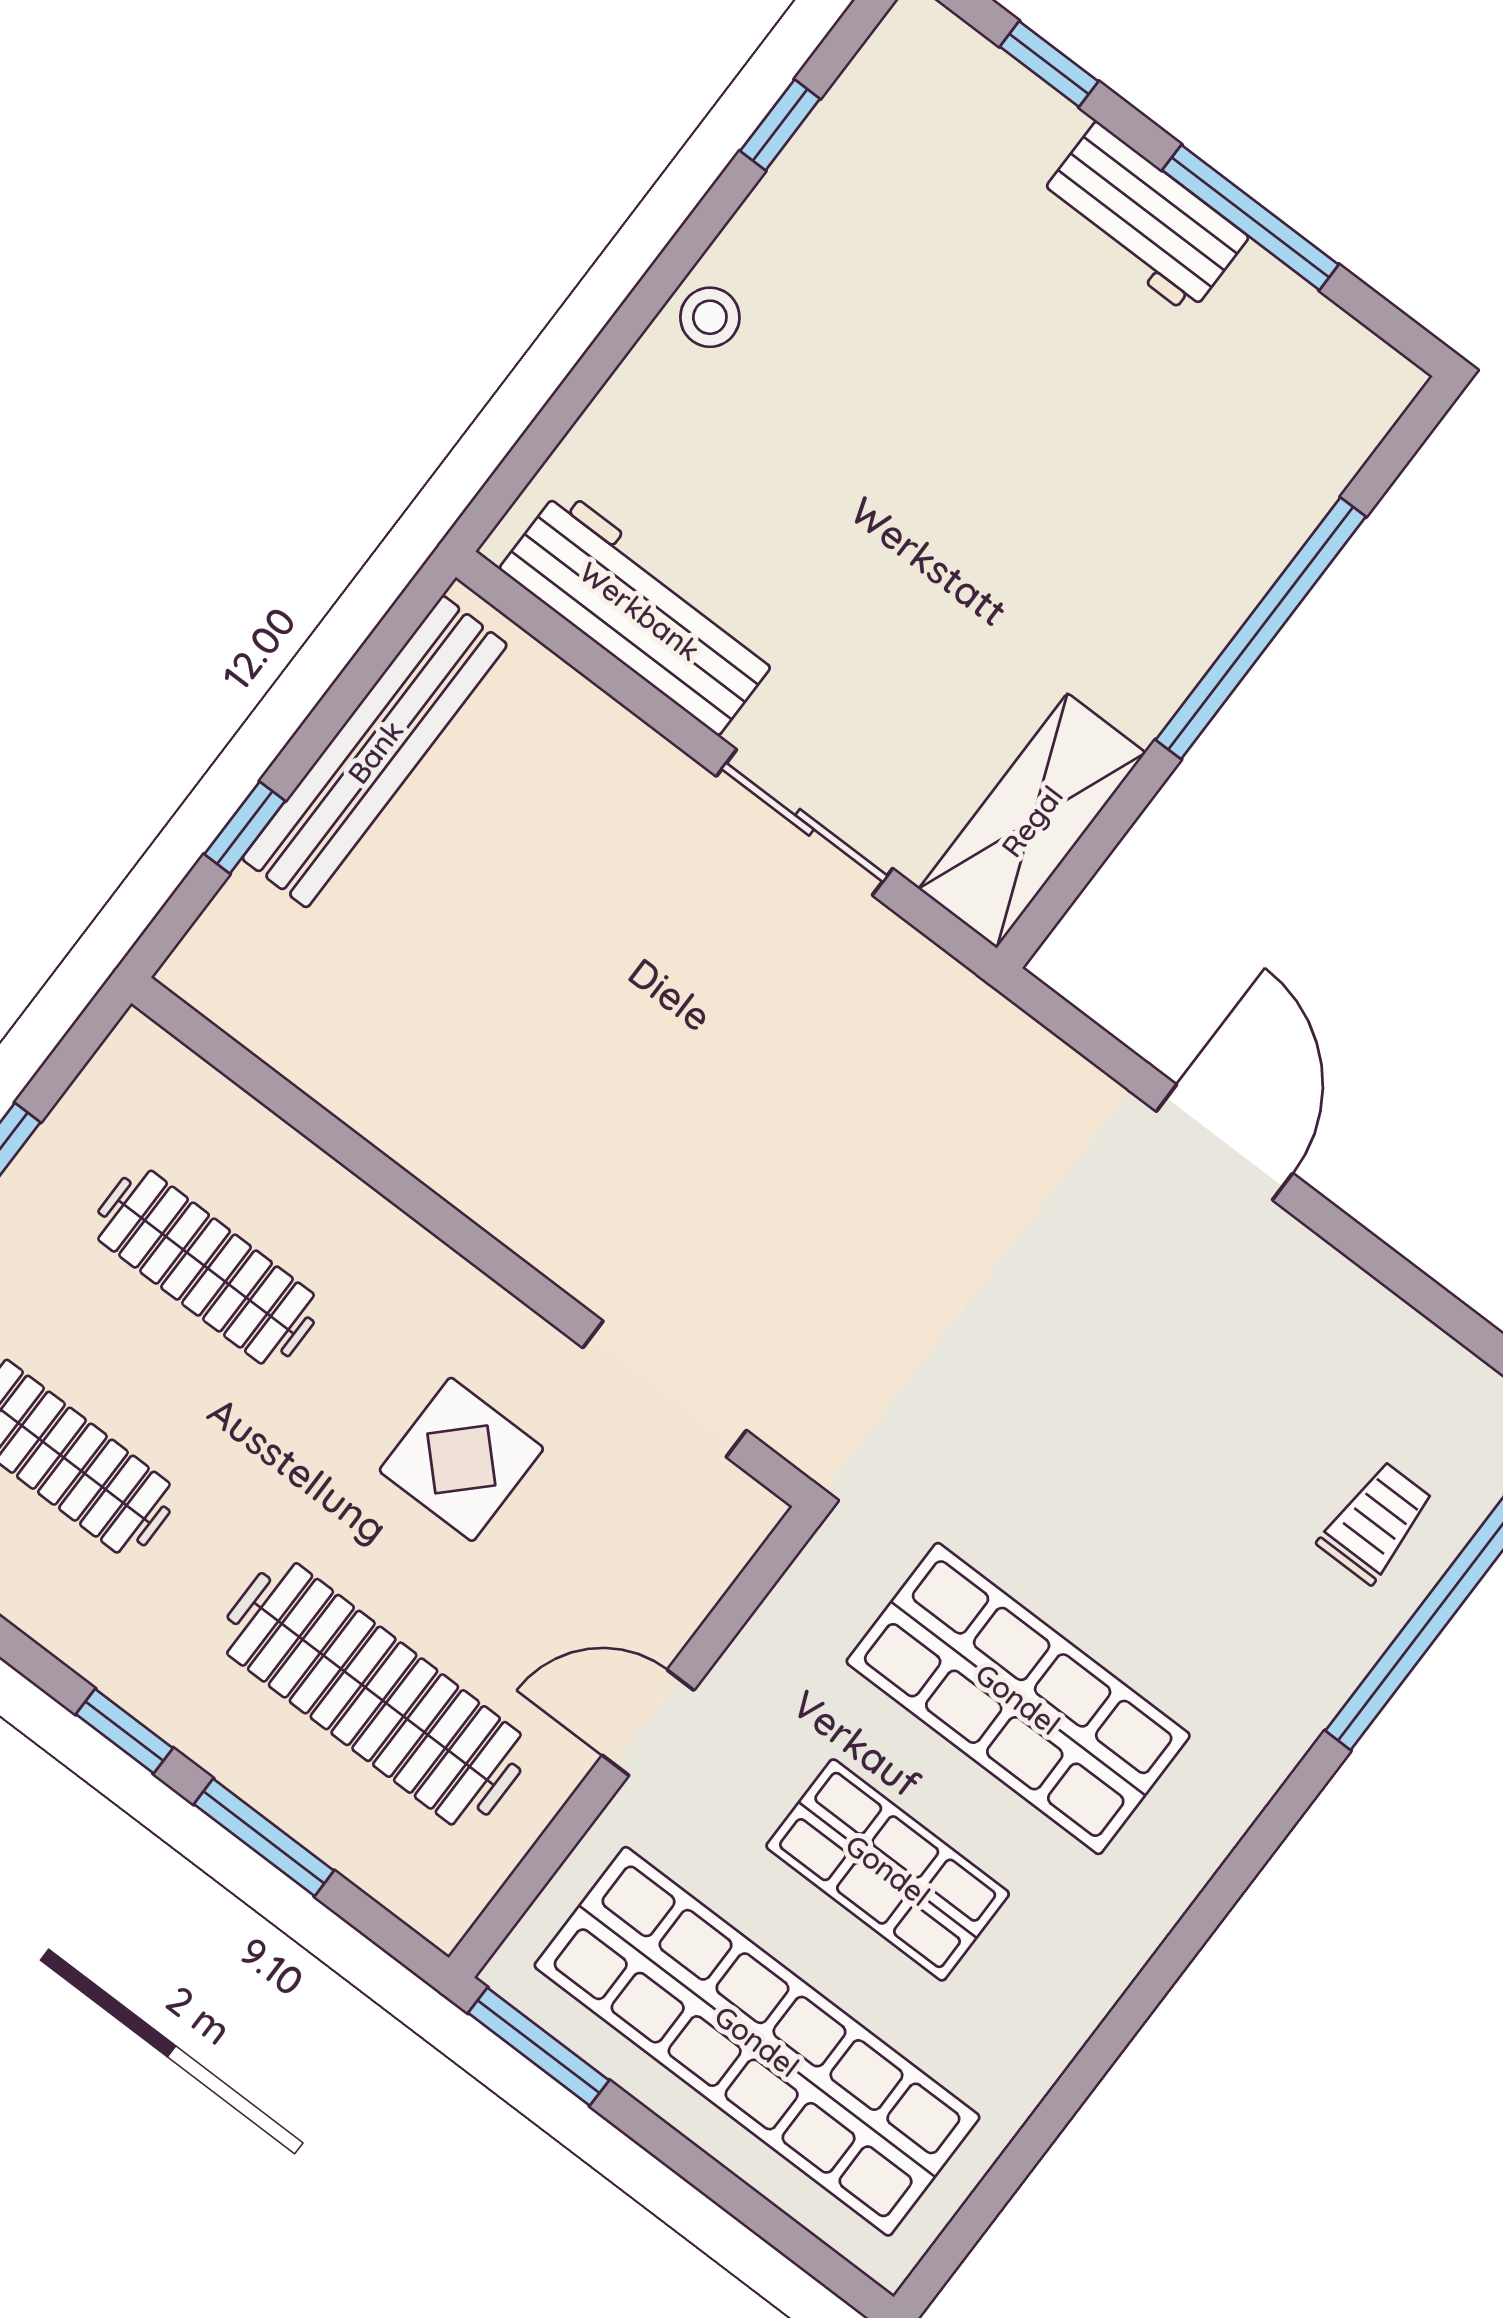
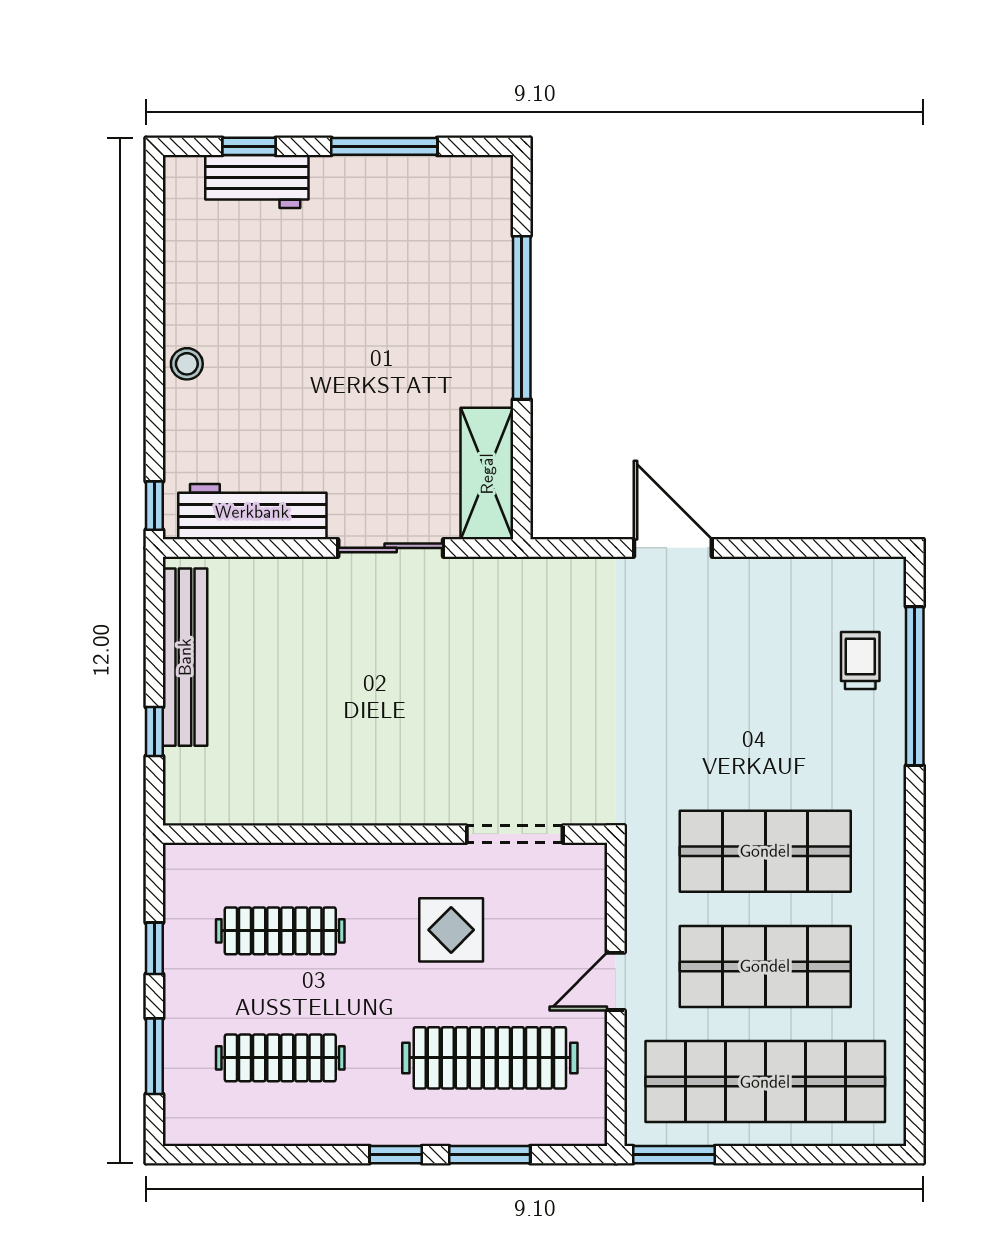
window: (780, 125) -> (154, 506), moved
workbench: (1143, 218) -> (257, 182), moved
shop shelf: (888, 1870) -> (765, 966), width x1.43, depth x1.36

